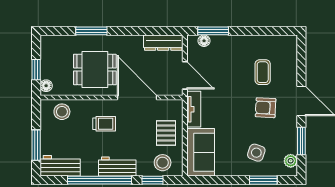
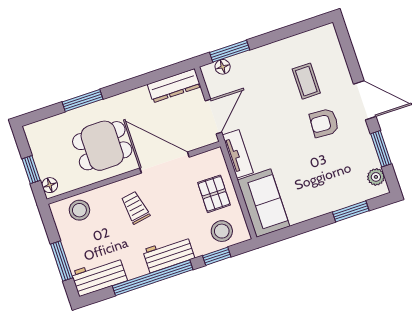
door: (185, 75) -> (213, 117), hinge flipped
trolley: (104, 124) -> (135, 208), turned -100
side table: (256, 153) -> (331, 181), removed

